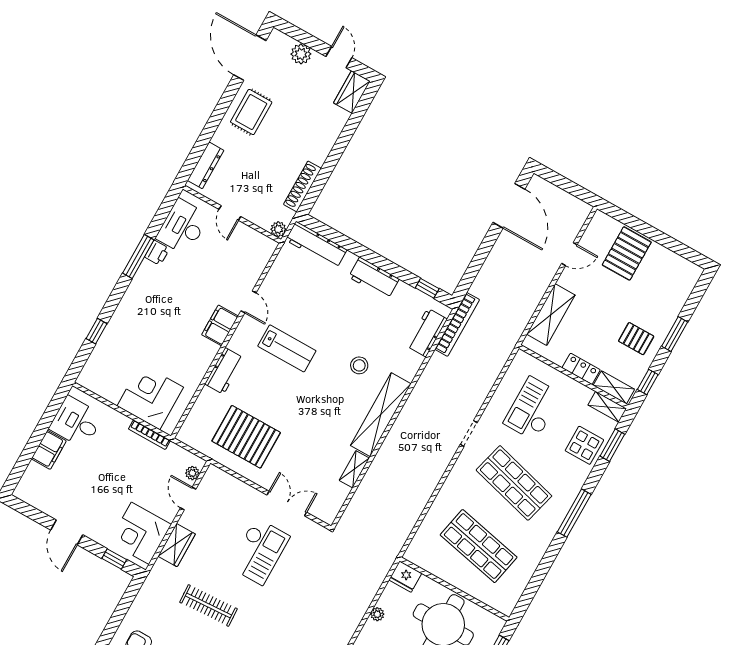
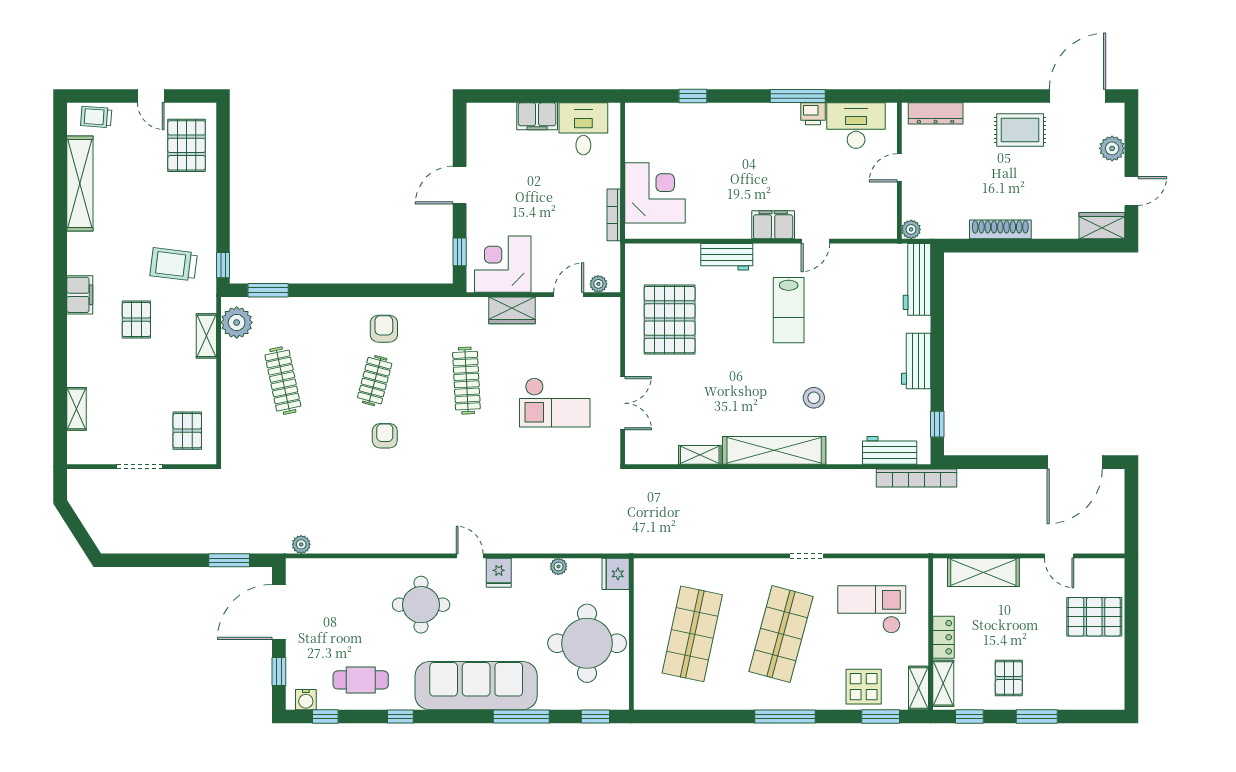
shoe rack: (302, 186) -> (1000, 229), moved

